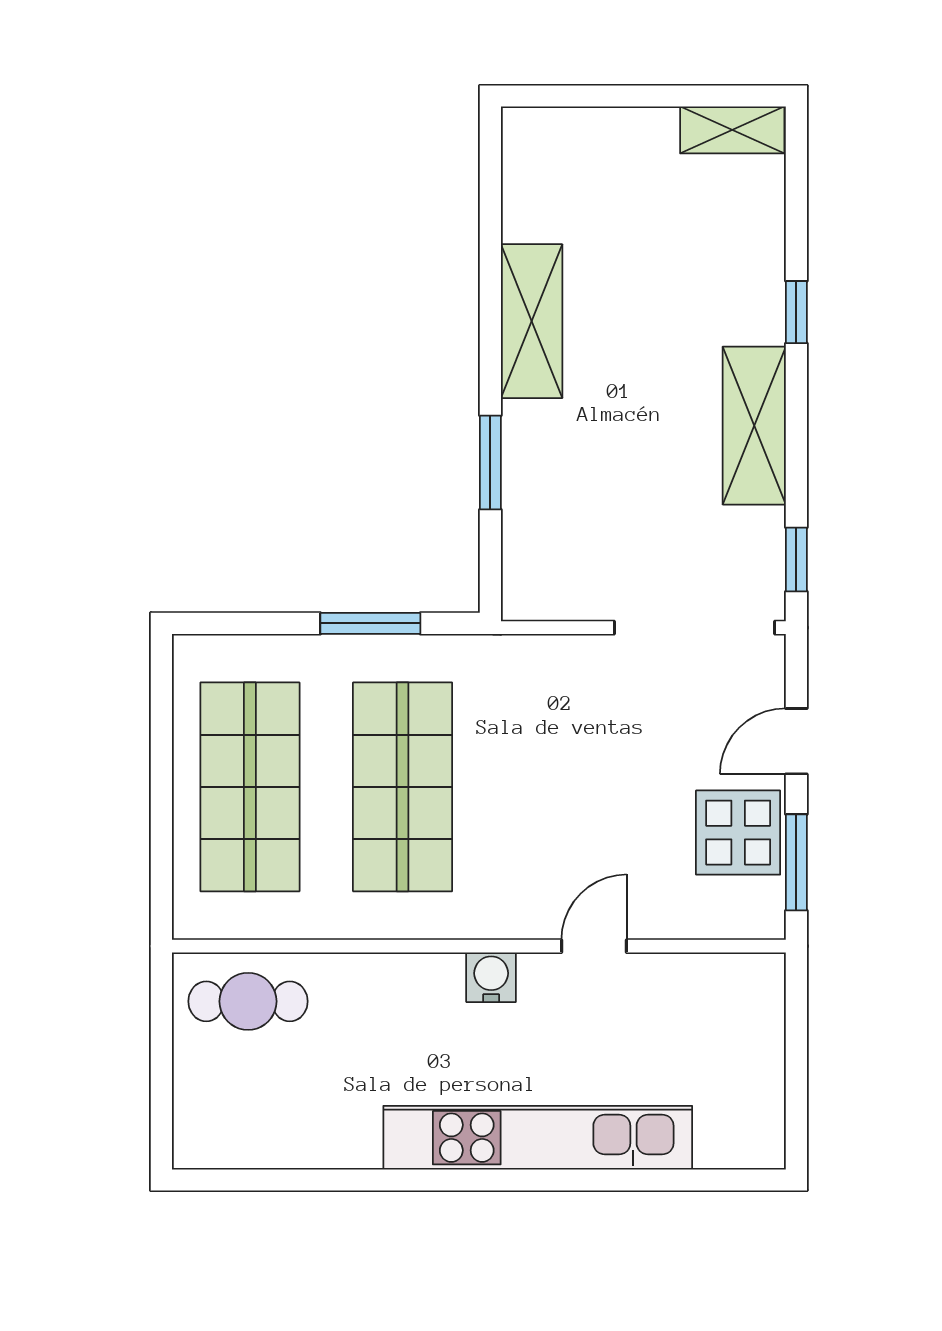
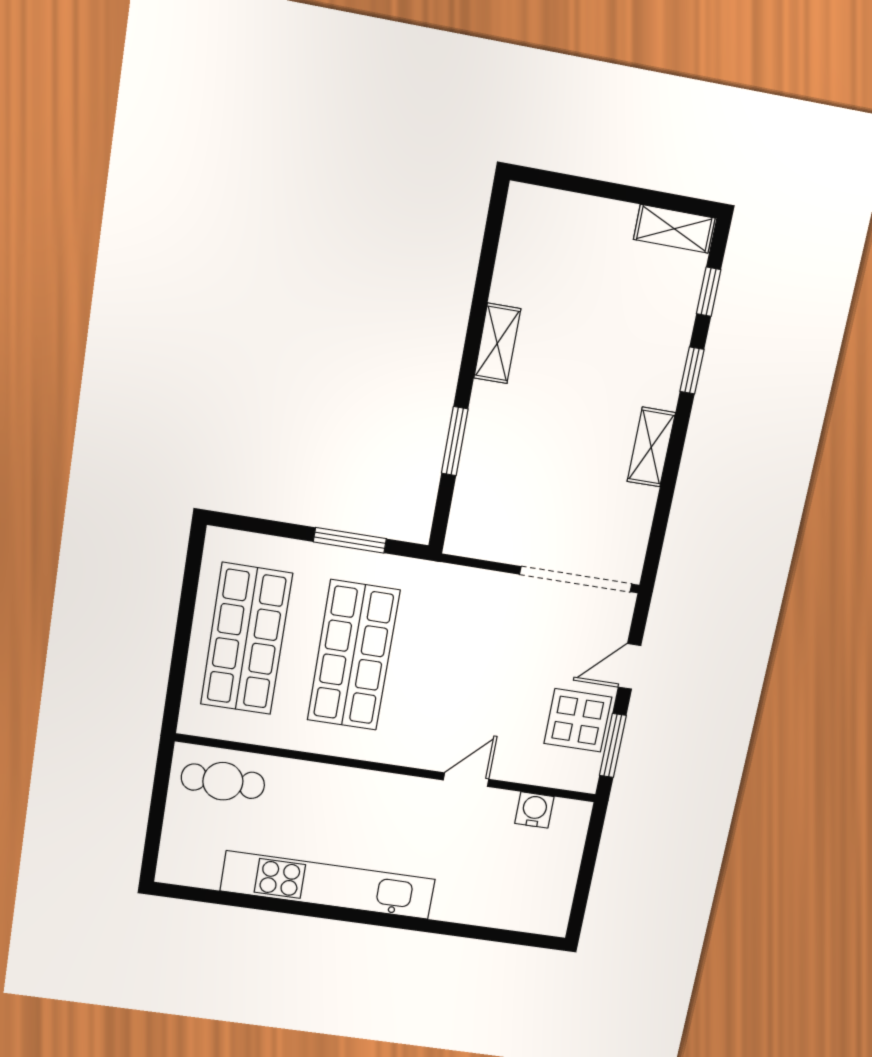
shelving: (532, 321) -> (497, 343), width x0.67, depth x0.75
shelving: (754, 426) -> (651, 447), width x0.67, depth x0.75
window: (796, 559) -> (709, 292), moved
water cooler: (491, 977) -> (534, 810), moved
kitchen unit: (538, 1138) -> (328, 885), moved

